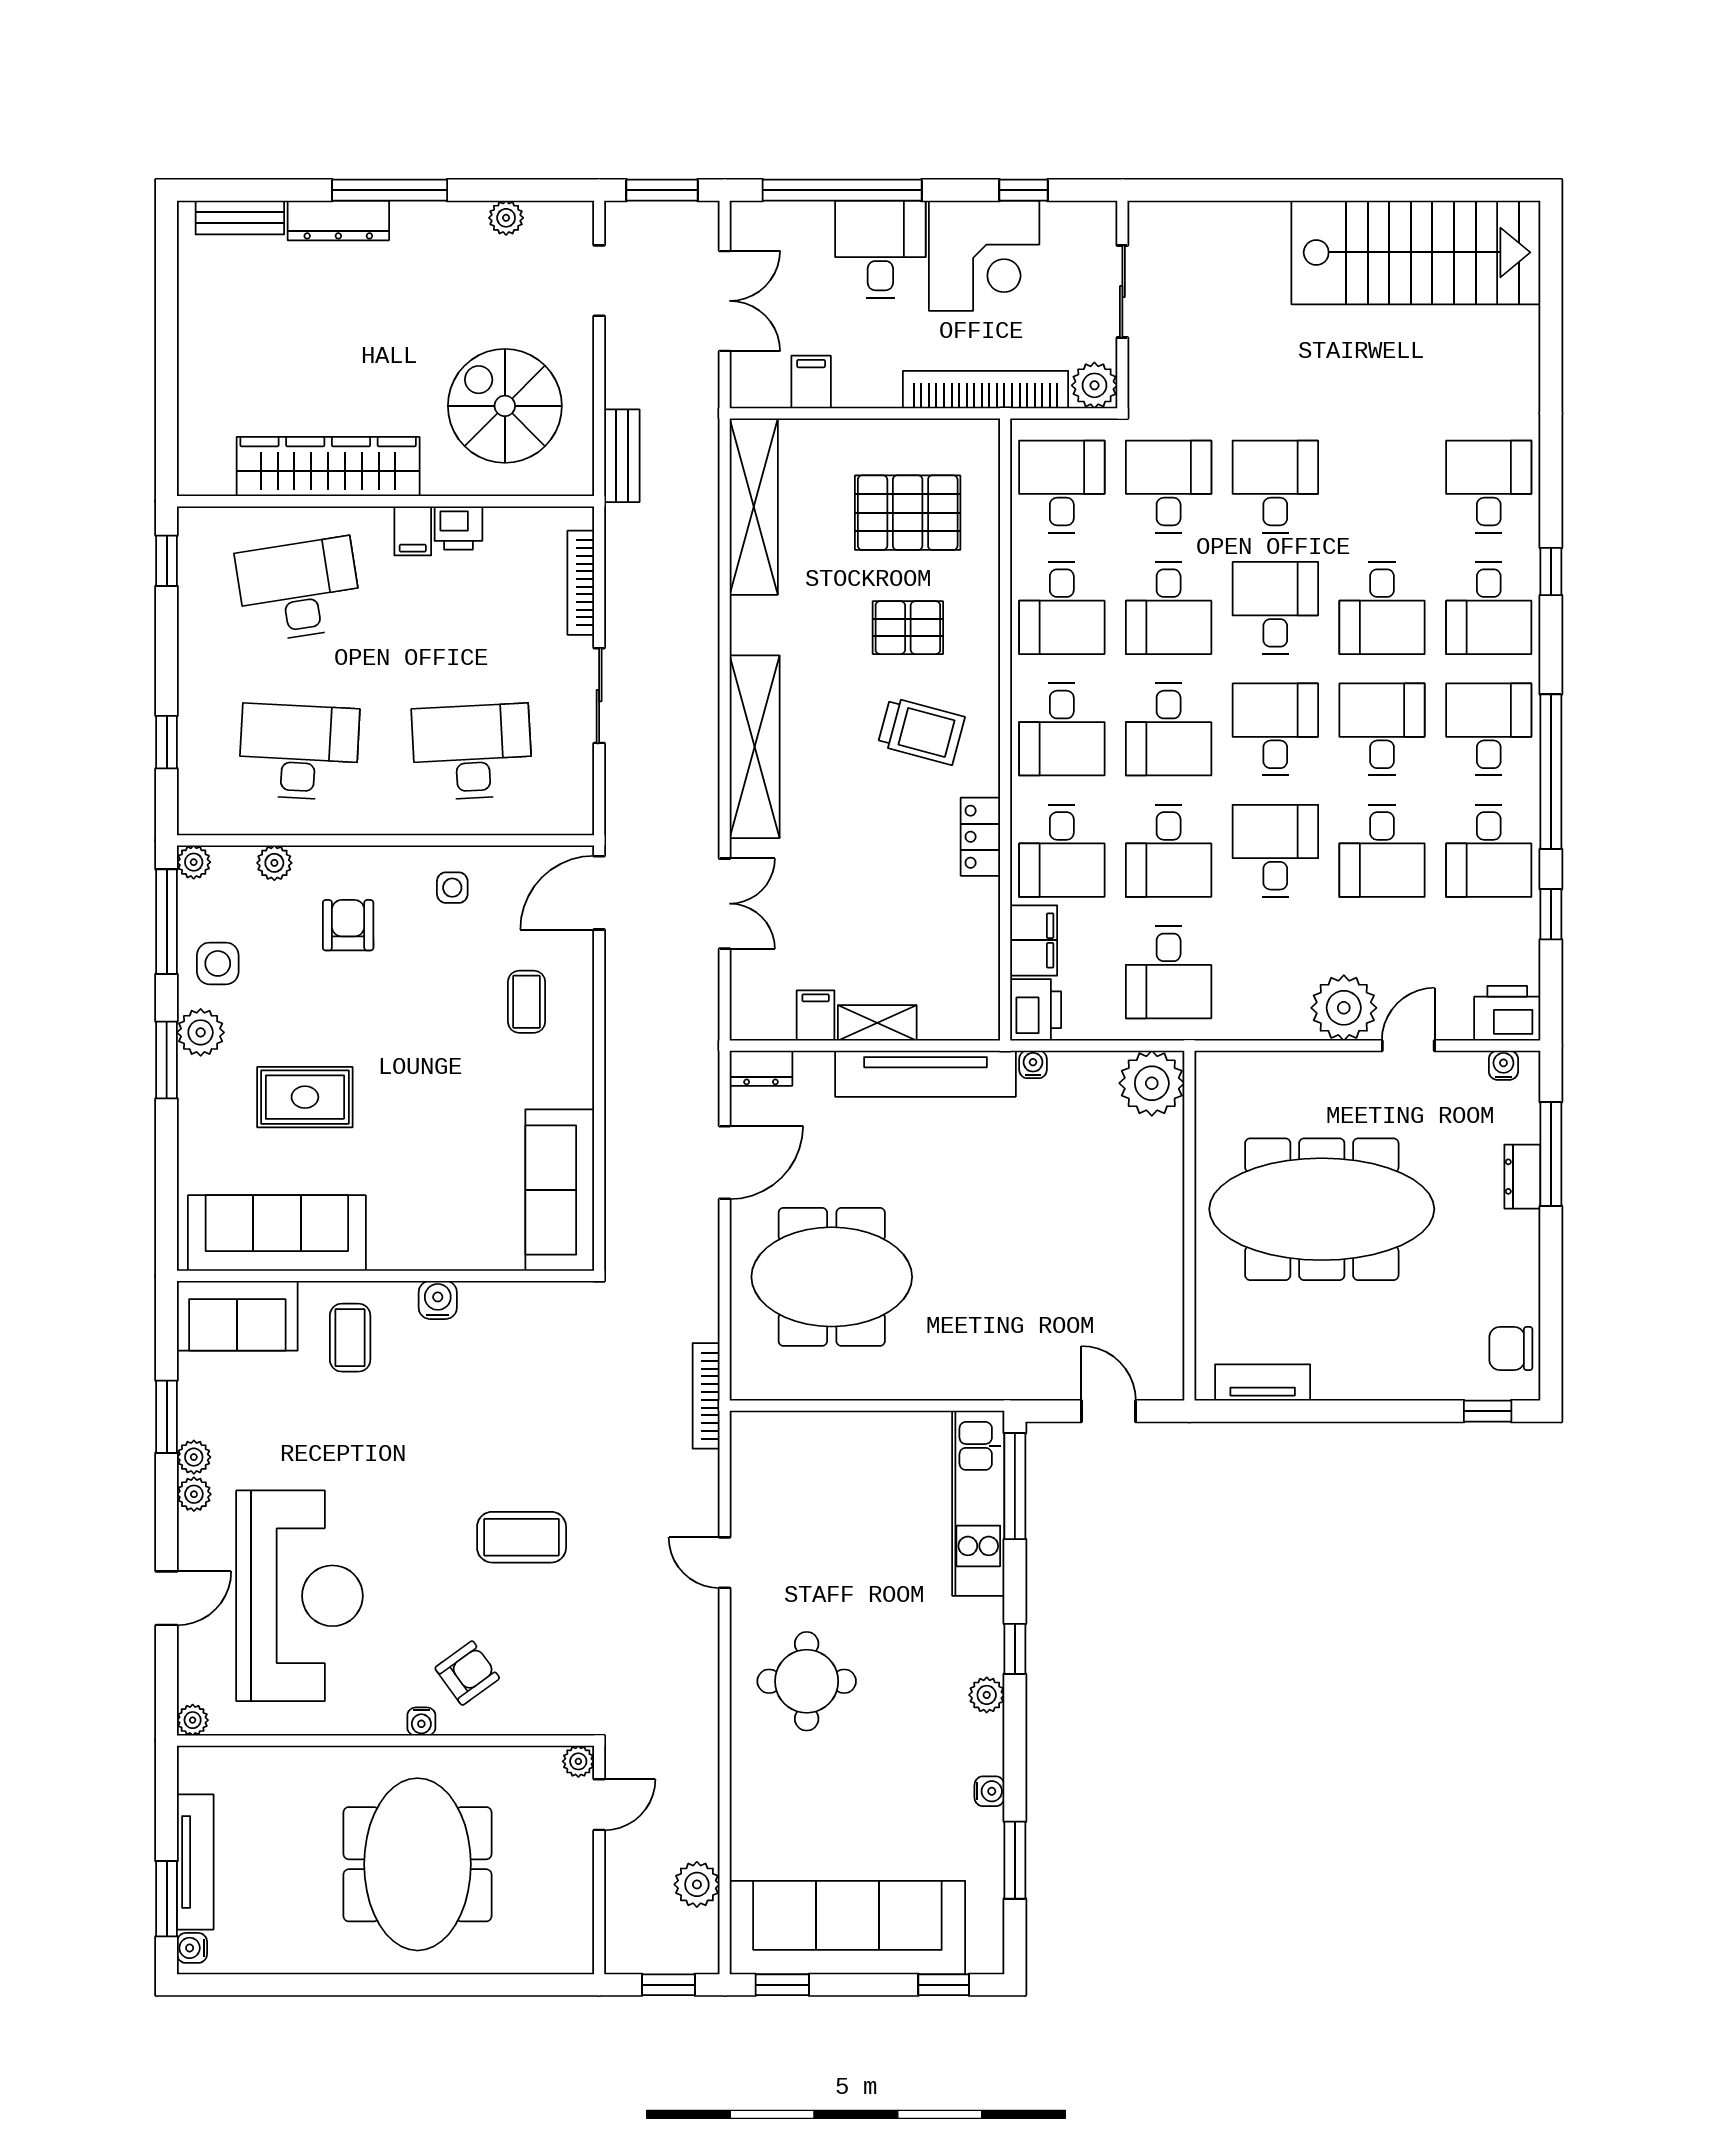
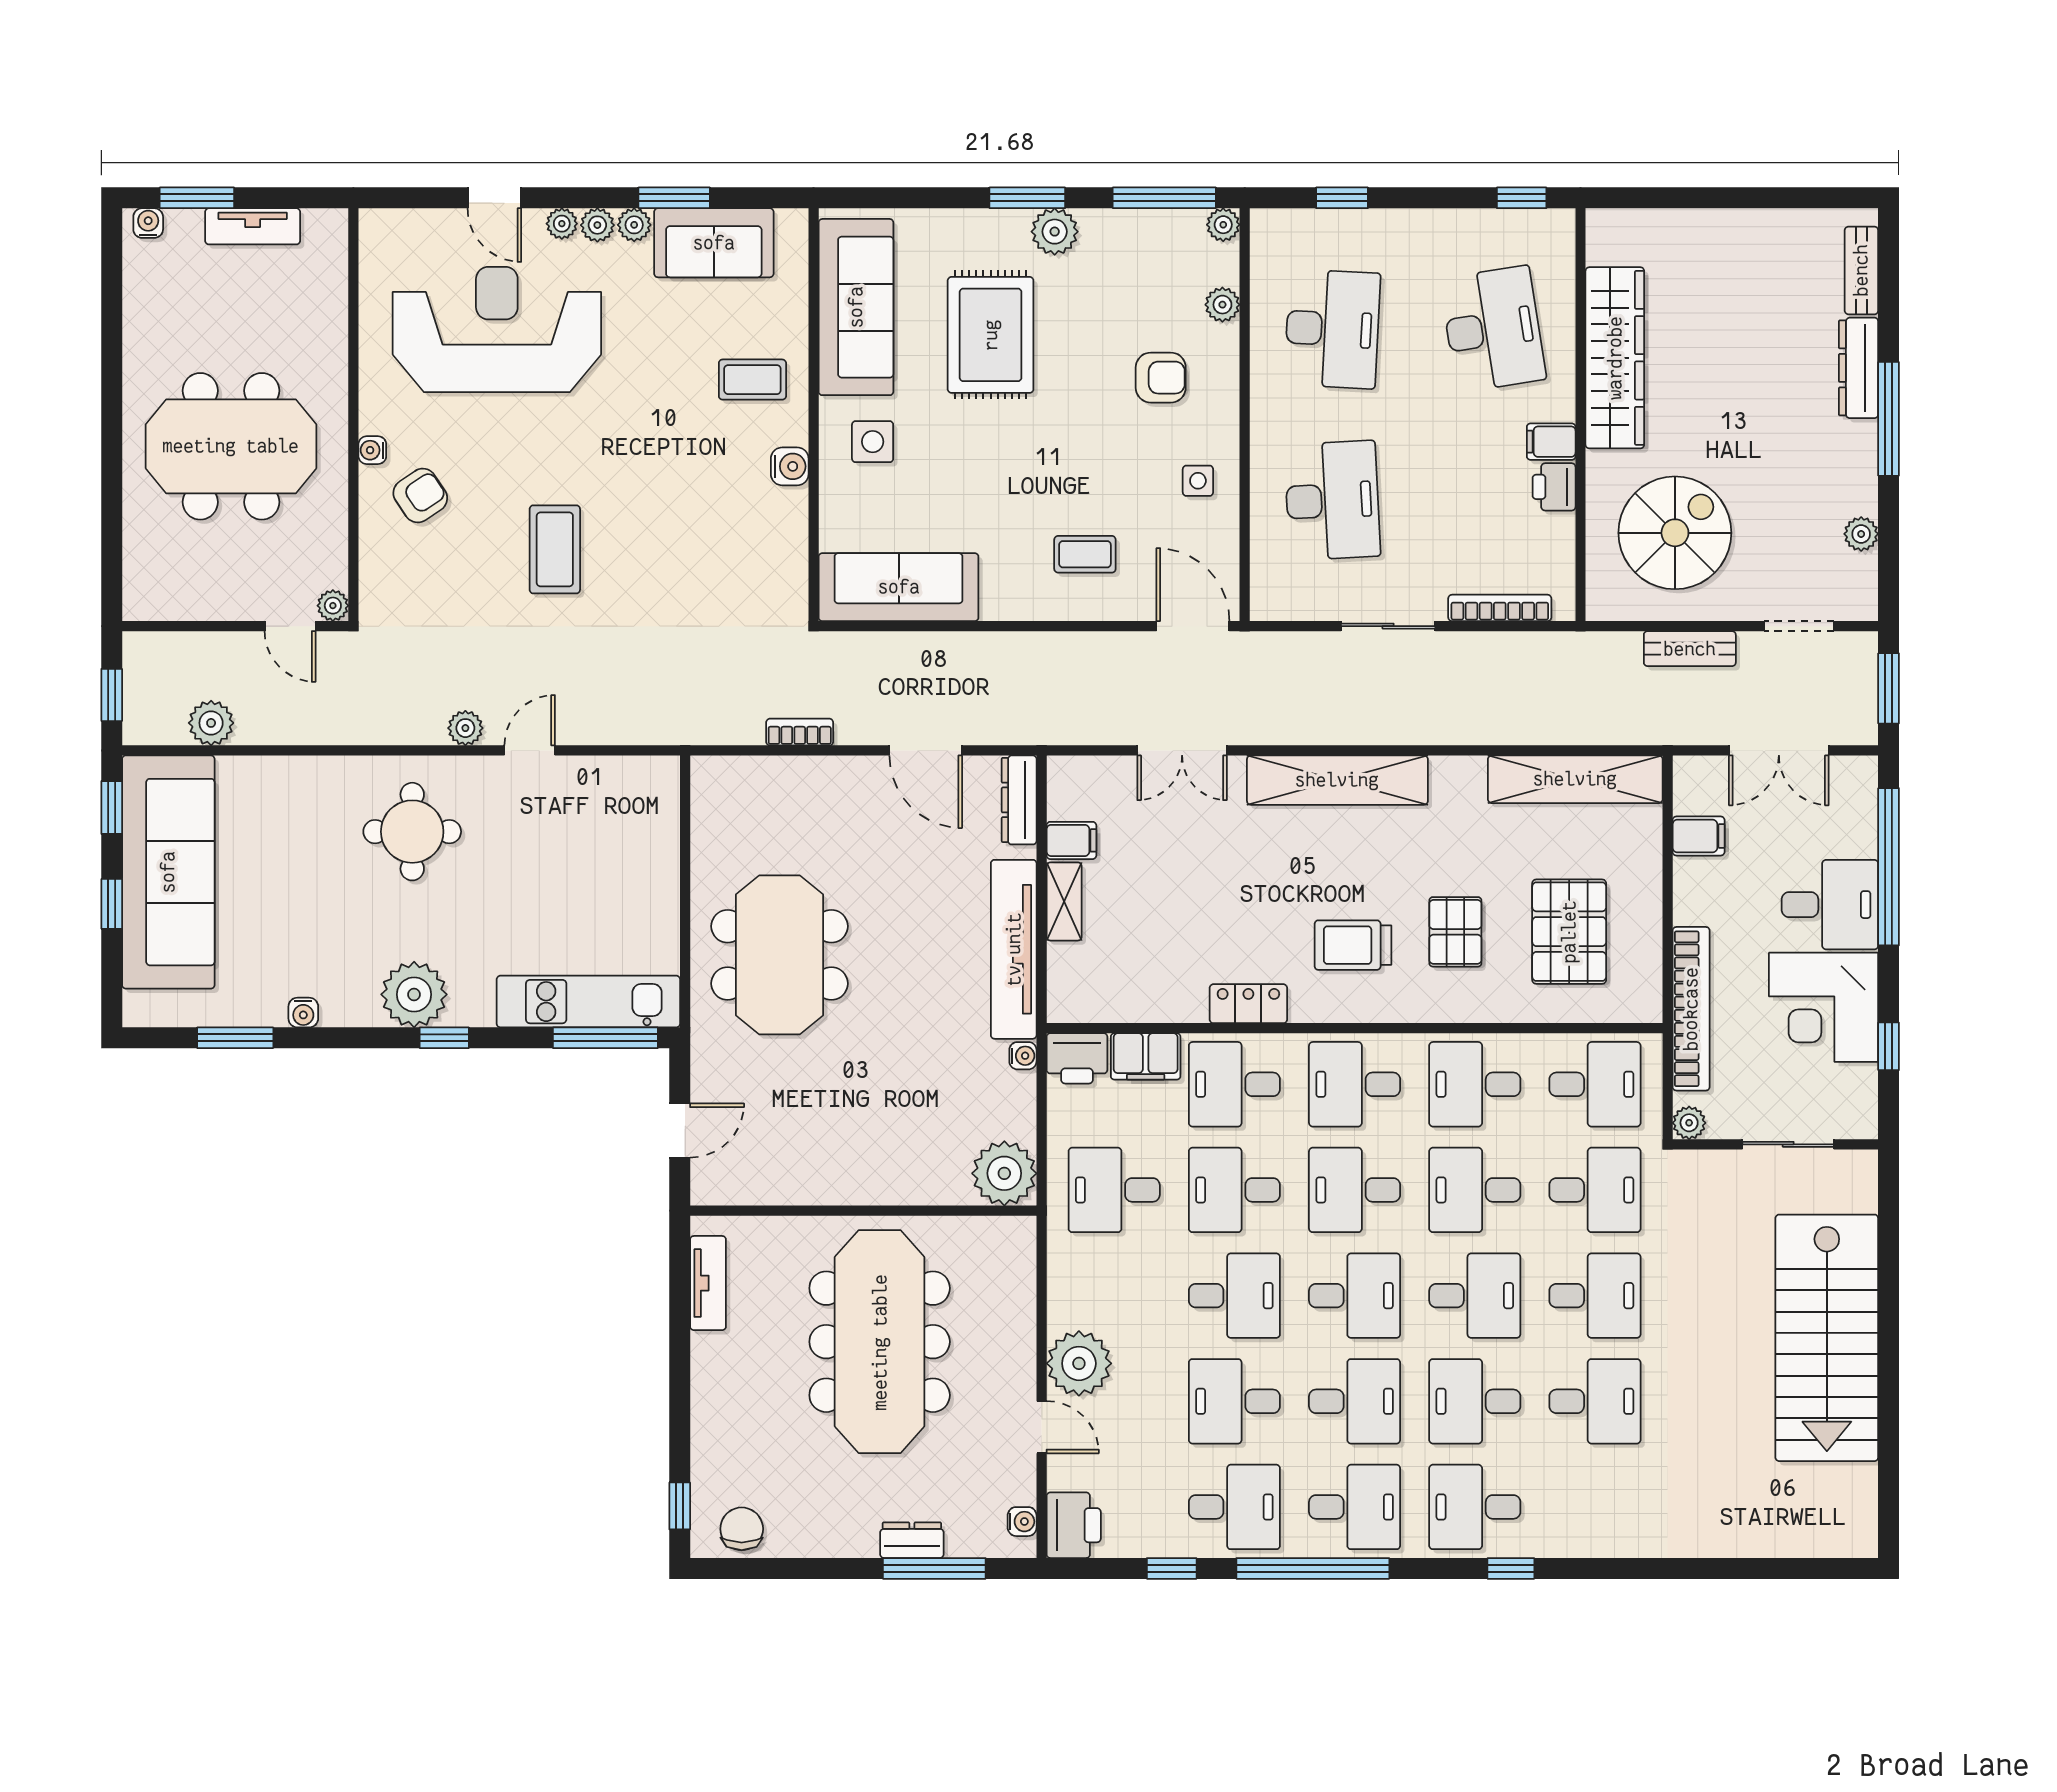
stairs: (1416, 252) -> (1827, 1338), moved
plant: (1094, 385) -> (1689, 1123), width x0.73, depth x0.73
bench: (622, 456) -> (1690, 649), moved
desk: (1489, 487) -> (1595, 1401), moved
trolley: (921, 731) -> (1353, 945), turned 75
desk: (1489, 851) -> (1234, 1507), turned 180
side table: (218, 963) -> (873, 442), moved
dresser: (761, 1068) -> (1019, 800), width x1.44
rug: (305, 1097) -> (991, 335), width x1.36, depth x1.43
meeting table: (832, 1277) -> (779, 955), moved
sofa: (237, 1316) -> (714, 243), moved, turned -90
bookcase: (706, 1396) -> (800, 732), moved, width x0.64
reception desk: (299, 1596) -> (497, 329), turned 180
plant: (702, 1628) -> (465, 728), added
armchair: (467, 1673) -> (420, 496), turned -88
plant: (987, 1695) -> (414, 994), width x1.88, depth x1.88
plant: (193, 1720) -> (562, 224), moved
tv unit: (195, 1862) -> (253, 226), width x0.71
window: (944, 1985) -> (112, 904), moved

